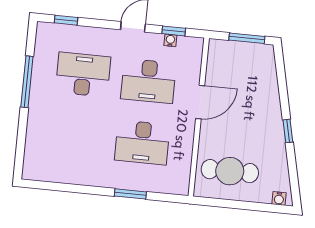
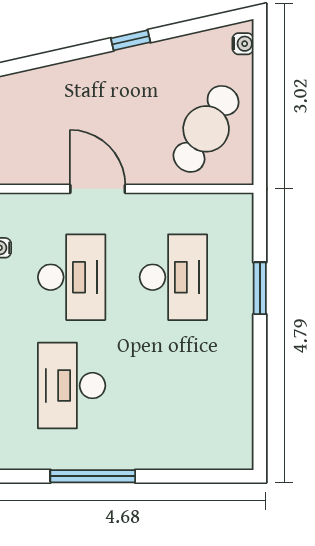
cafe table: (230, 171) -> (206, 129), turned 31

